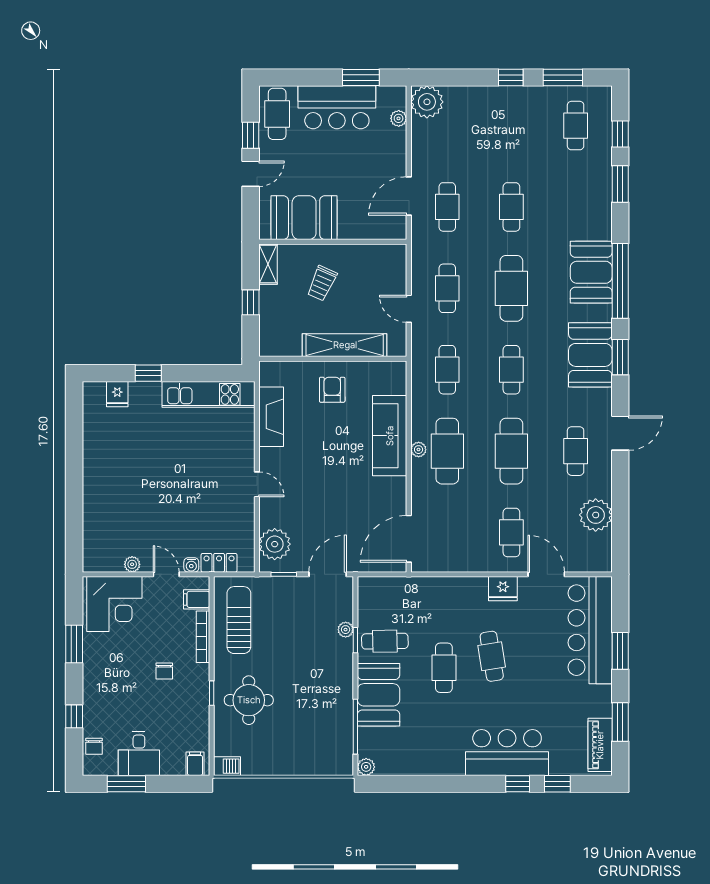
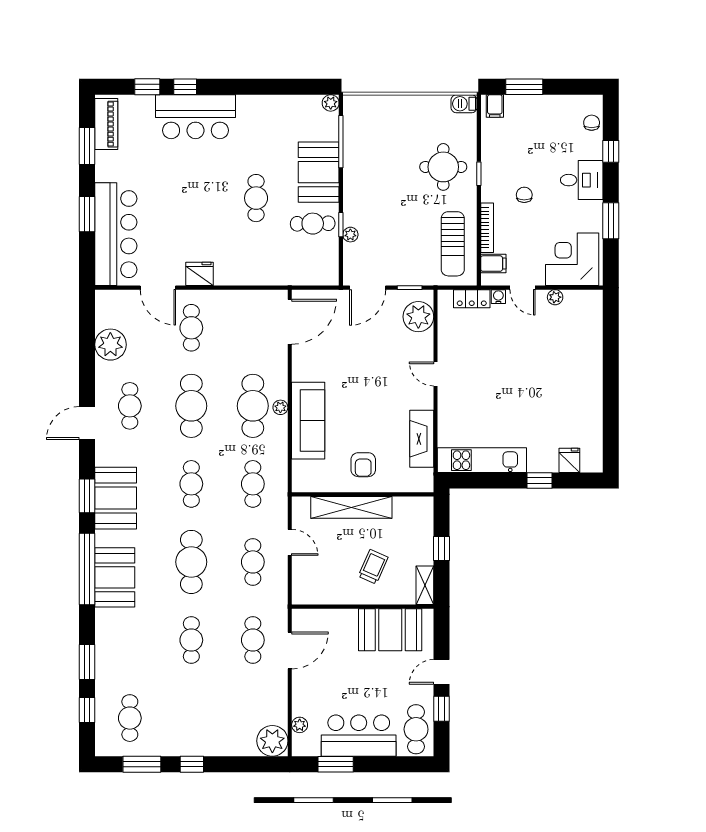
cafe table: (492, 656) -> (210, 209), removed
desk: (139, 753) -> (582, 180), moved, turned 90
window: (126, 784) -> (524, 87), moved

